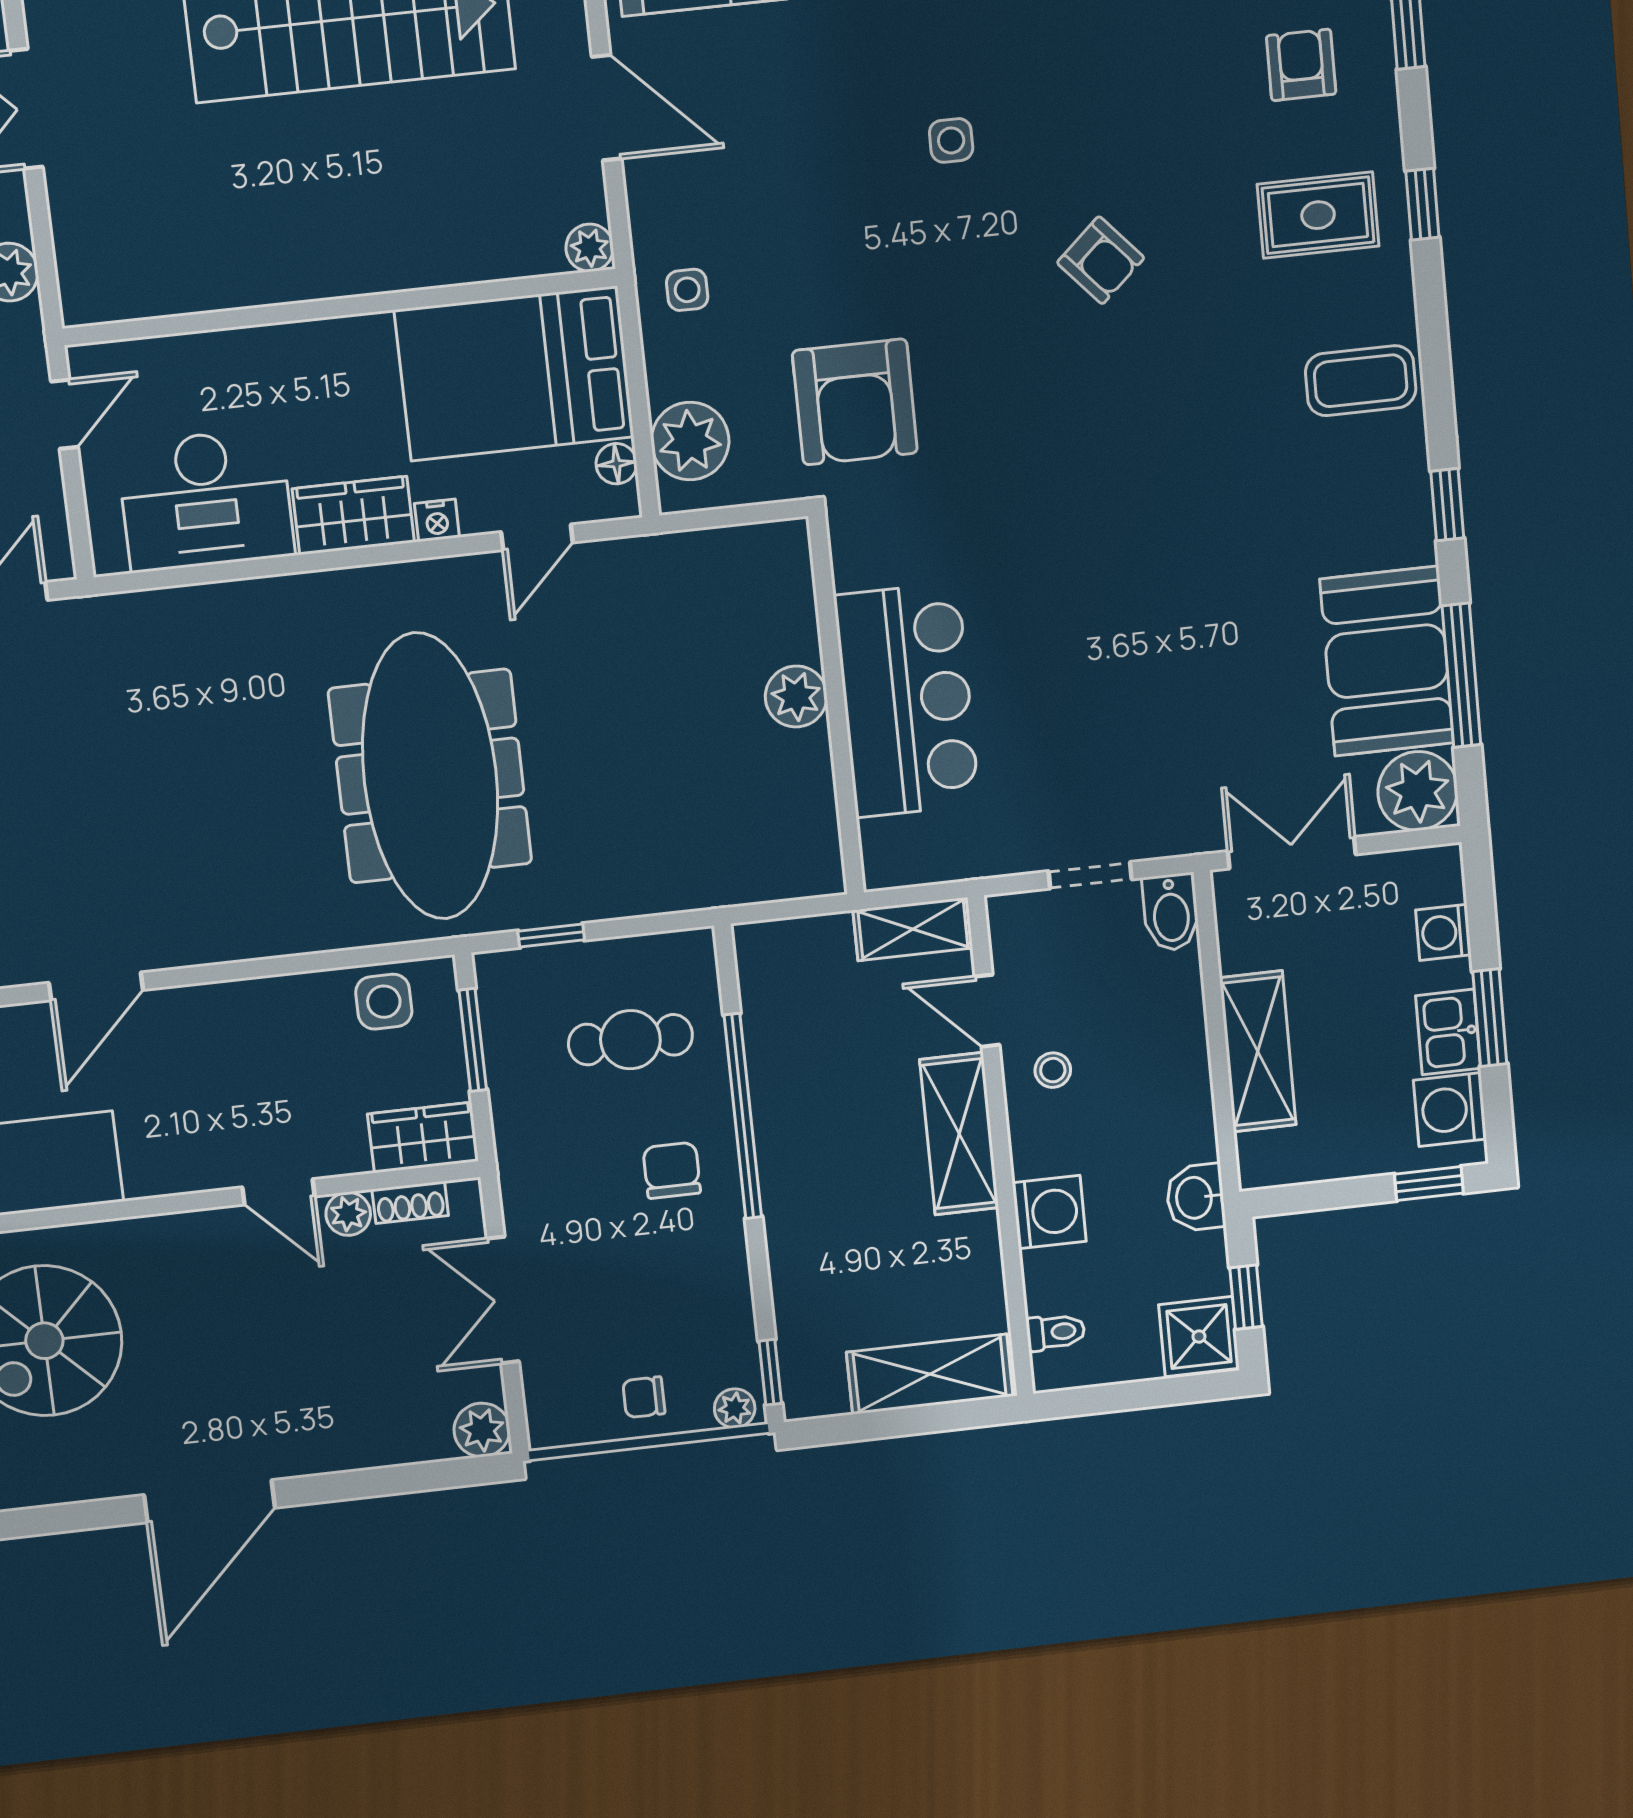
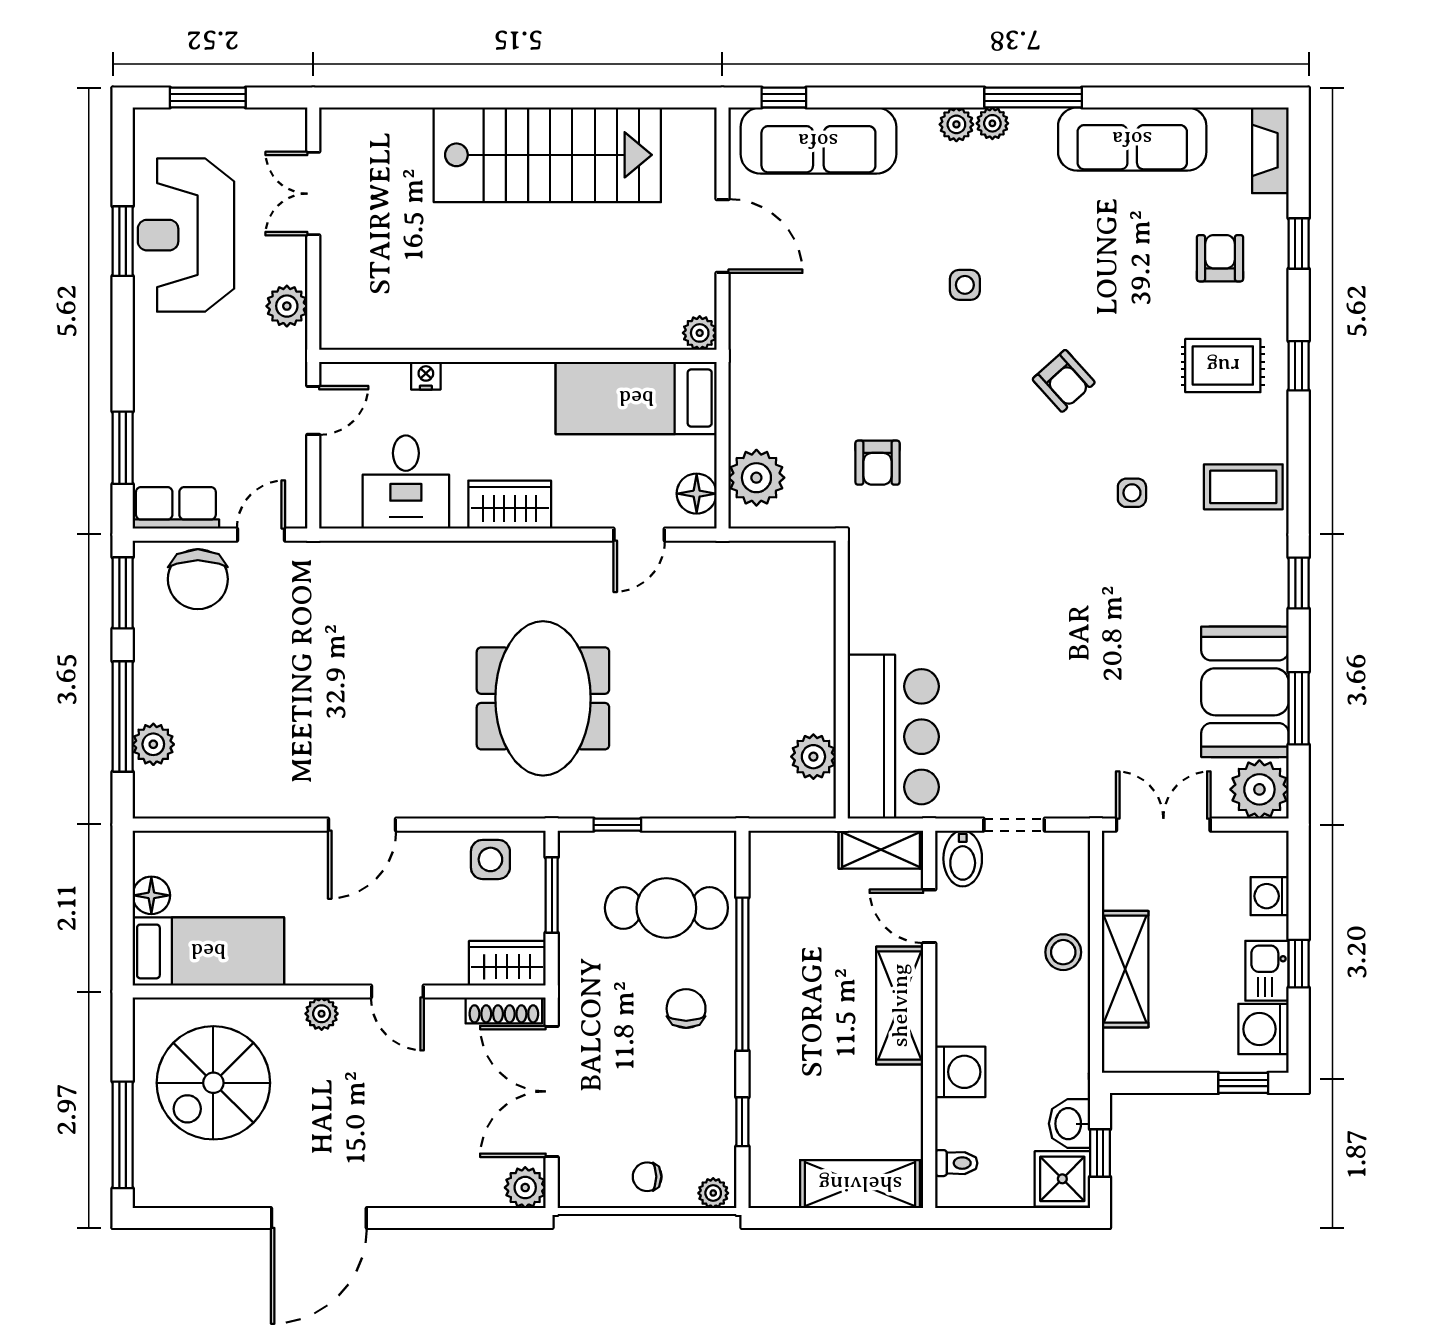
side table: (687, 290) -> (1132, 493), moved
bed: (514, 374) -> (636, 398), width x0.67
armchair: (855, 402) -> (877, 463), width x0.53, depth x0.53
floor lamp: (616, 464) -> (697, 494), width x1.37, depth x1.37
desk: (206, 500) -> (406, 482), width x0.73
nightstand: (437, 520) -> (426, 376), moved, turned 180
window: (1461, 675) -> (1299, 708), width x0.69
plant: (796, 696) -> (813, 757), moved
bar counter: (907, 700) -> (893, 737), moved
meeting table: (430, 776) -> (543, 698), width x0.73
bidet: (1171, 912) -> (963, 859), moved
door: (96, 986) -> (362, 825), moved
window: (1490, 1018) -> (1299, 964), width x0.67
cafe table: (630, 1040) -> (666, 908), width x1.37, depth x1.35
stool: (1053, 1070) -> (1063, 952), moved, width x1.37, depth x1.37
washbasin: (1196, 1198) -> (1069, 1124), moved
shoe rack: (410, 1202) -> (504, 1010), width x1.43
plant: (348, 1214) -> (322, 1014), moved
double door: (503, 1300) -> (552, 1091), width x1.37
window: (770, 1372) -> (742, 1122), moved

